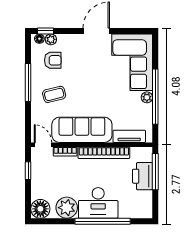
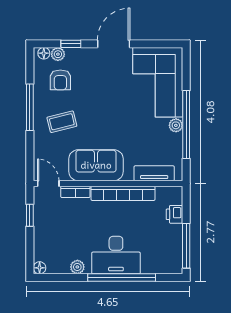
window: (45, 31) -> (71, 44), moved
armchair: (53, 60) -> (60, 80), turned 90
sofa: (82, 130) -> (96, 165), width x0.73
window: (155, 172) -> (186, 246), moved
printer: (143, 176) -> (174, 214), width x0.53, depth x0.68
plant: (67, 208) -> (77, 267), width x0.53, depth x0.53
floor lamp: (40, 209) -> (40, 268), width x0.53, depth x0.53

